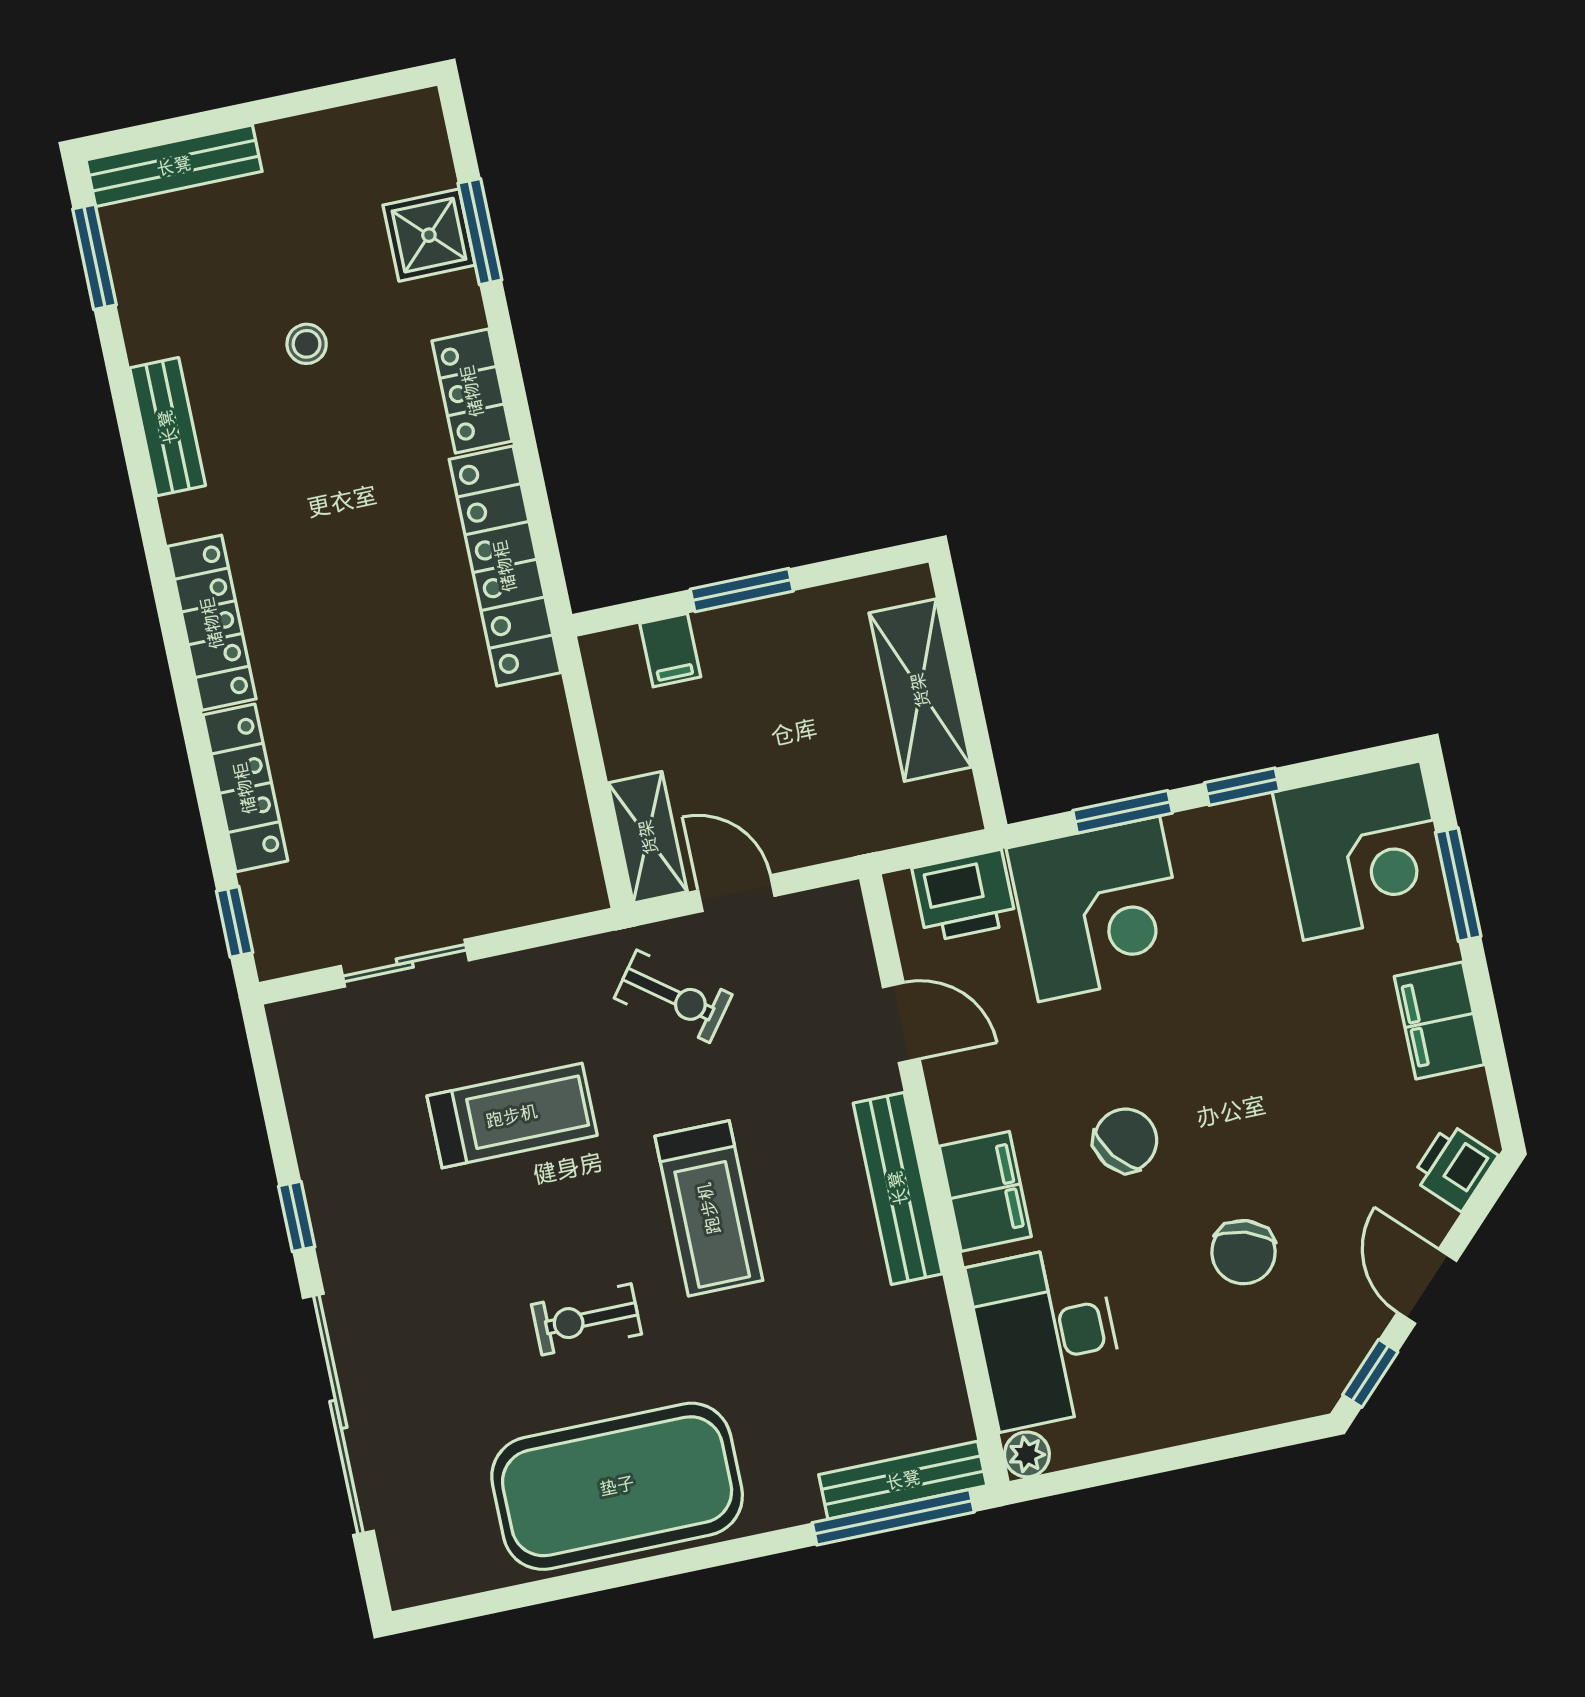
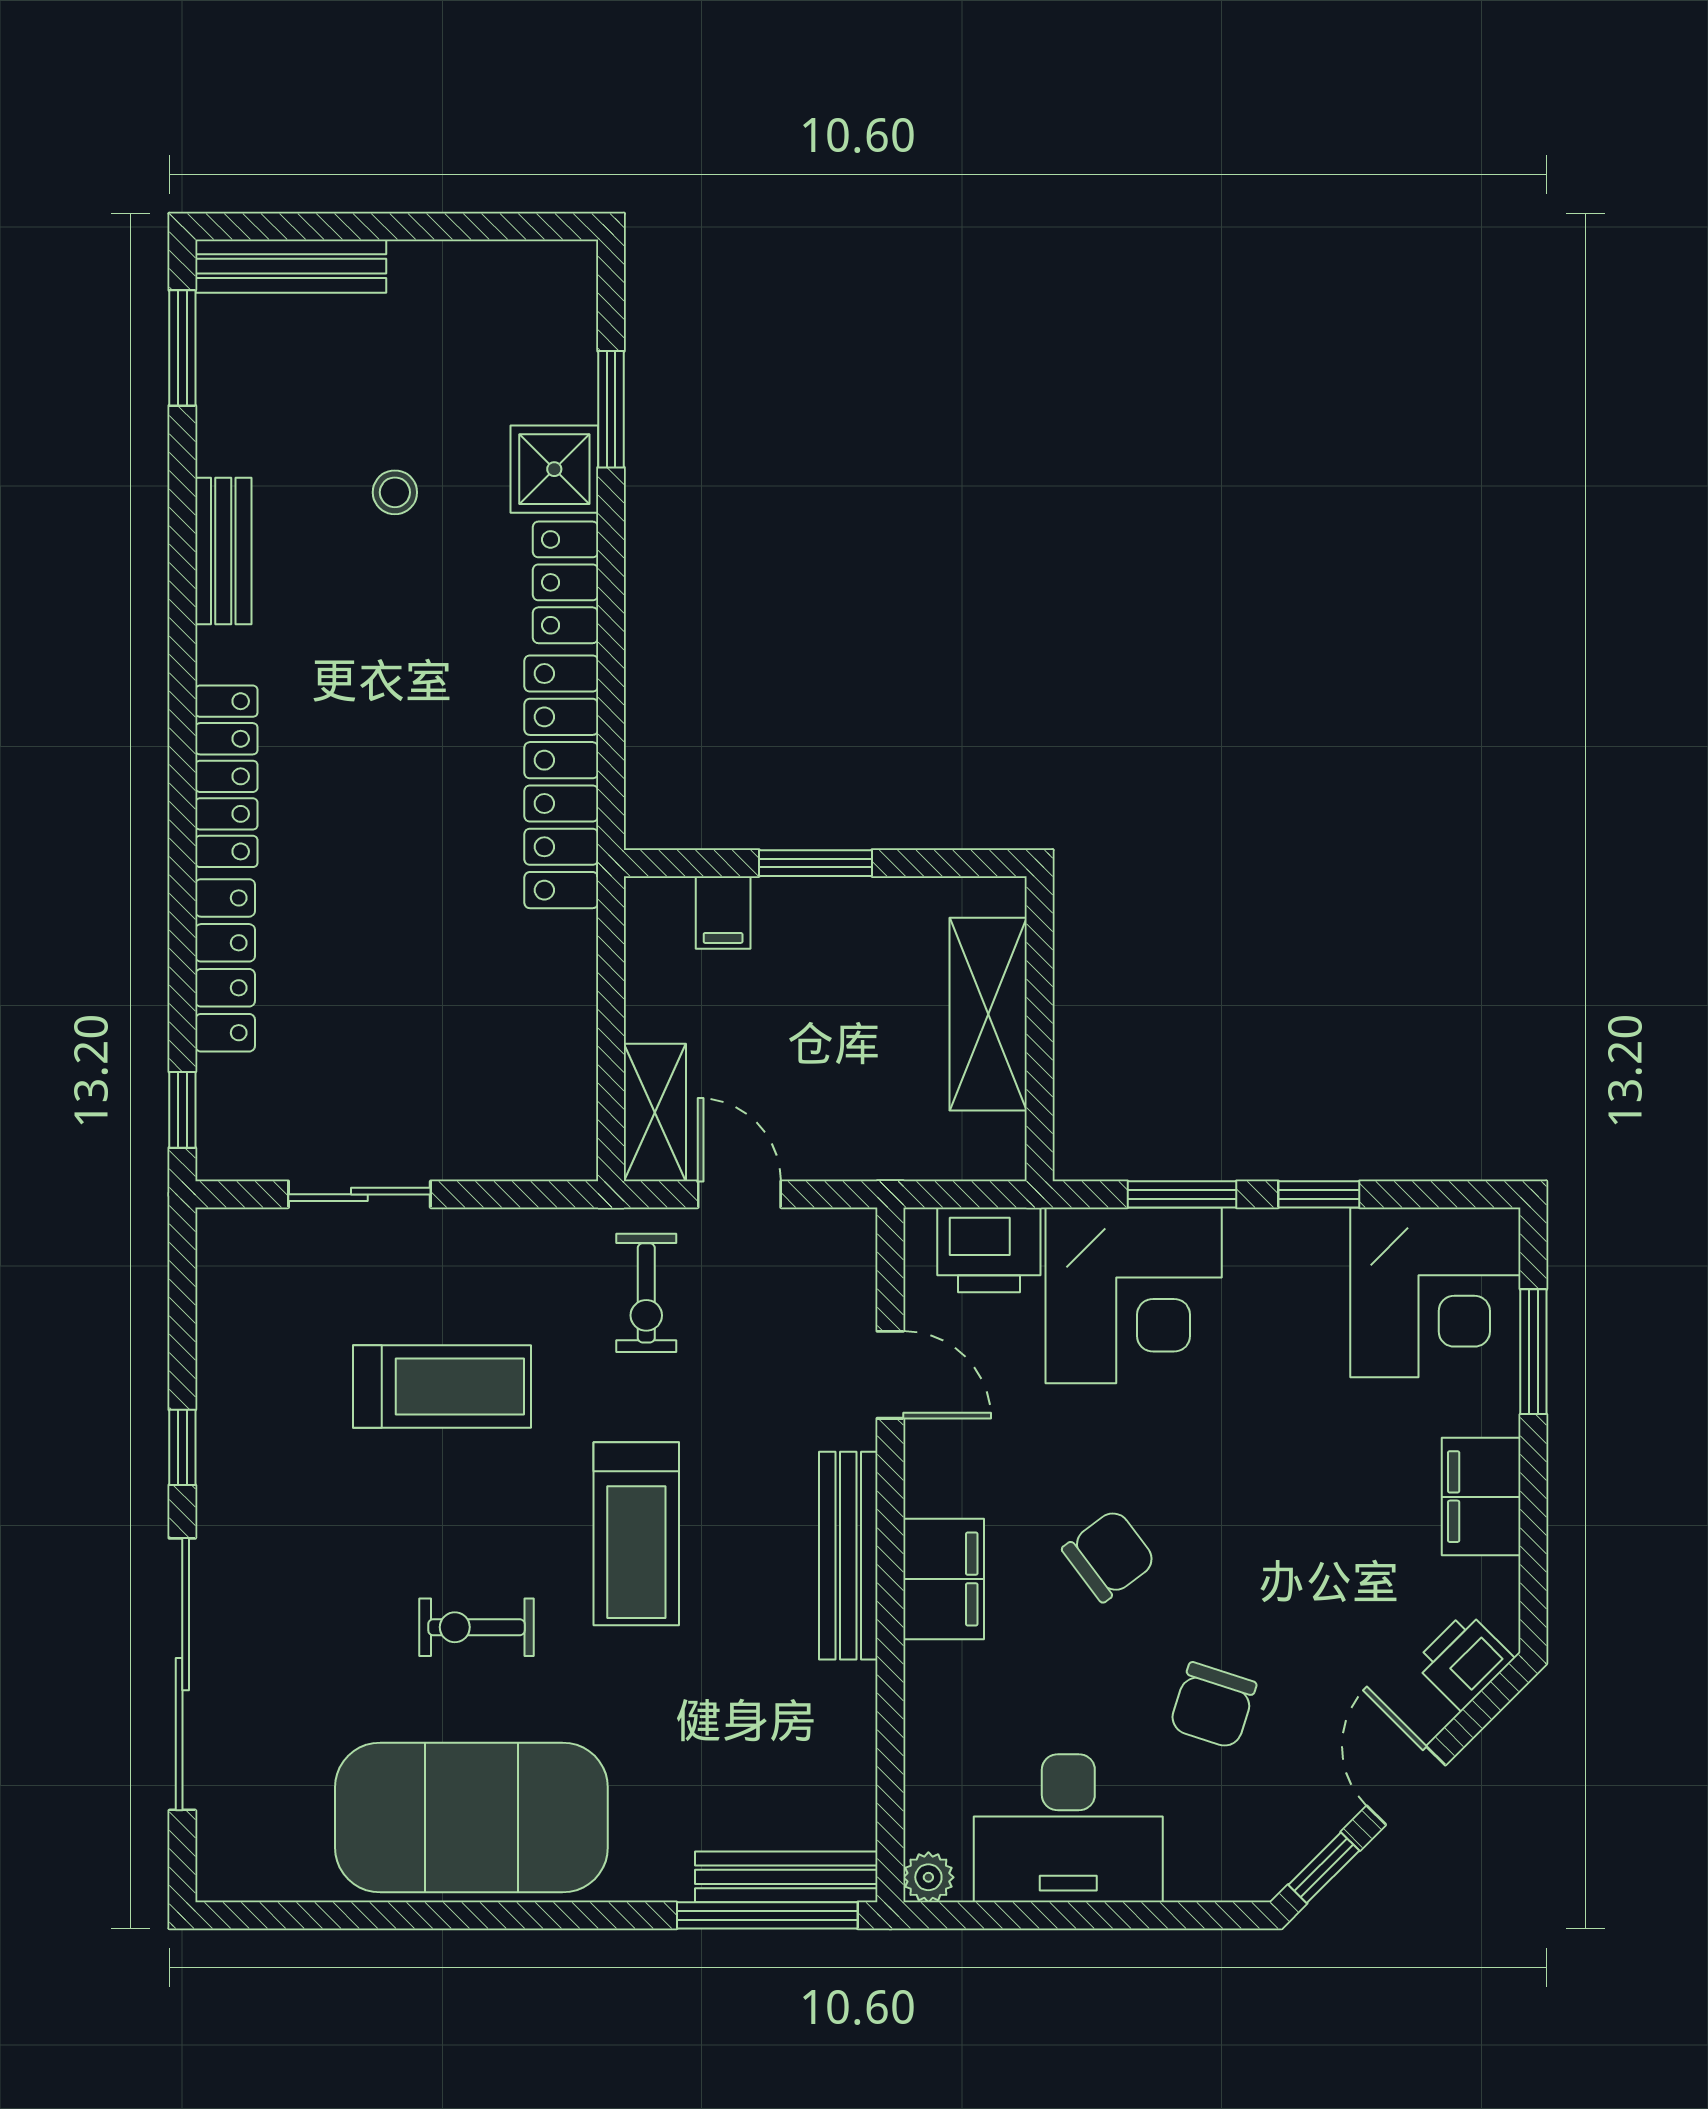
shower: (429, 235) -> (554, 469), moved
exercise bike: (673, 996) -> (646, 1293), turned 53
desk: (1047, 1337) -> (1068, 1828), moved, turned -90

